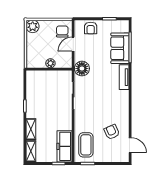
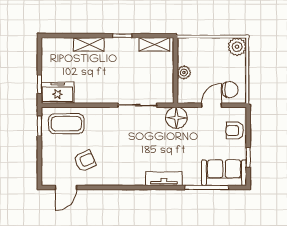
door: (73, 44) -> (212, 105), hinge flipped
sofa: (120, 48) -> (224, 173), moved
freezer: (64, 146) -> (58, 93), width x0.71
shelving: (31, 151) -> (154, 44), moved

